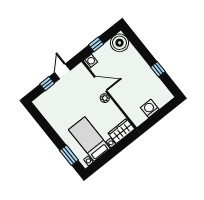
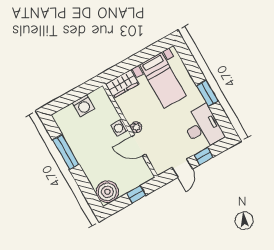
washing machine: (90, 61) -> (119, 128), moved
window: (158, 69) -> (66, 152), width x2.17
desk: (52, 107) -> (203, 127), added
window: (69, 155) -> (207, 93), moved

